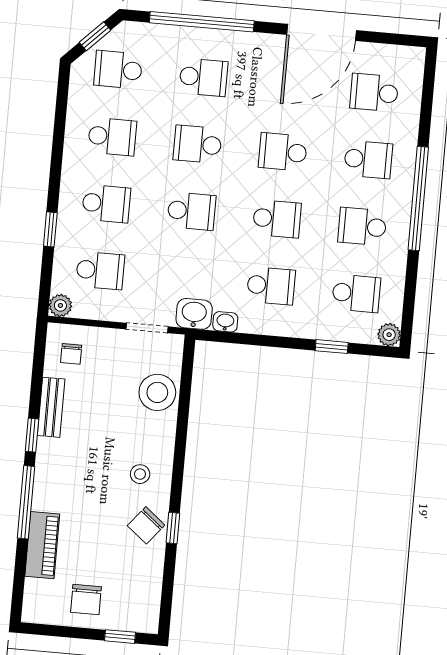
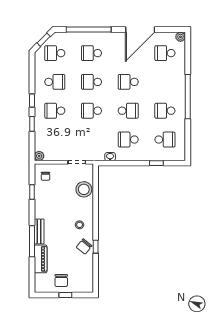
school desk: (203, 77) -> (91, 53), turned 180
school desk: (368, 159) -> (165, 82), removed
window: (55, 175) -> (32, 101), added
school desk: (106, 204) -> (55, 111), turned 180
school desk: (192, 211) -> (91, 111), turned 180
school desk: (100, 271) -> (55, 140), removed
school desk: (271, 286) -> (128, 140), turned 180
washbasin: (194, 314) -> (96, 154), removed
plant: (389, 335) -> (180, 37), moved
bench: (51, 407) -> (39, 231), moved
window: (32, 435) -> (32, 192), moved
window: (120, 637) -> (65, 295), moved

